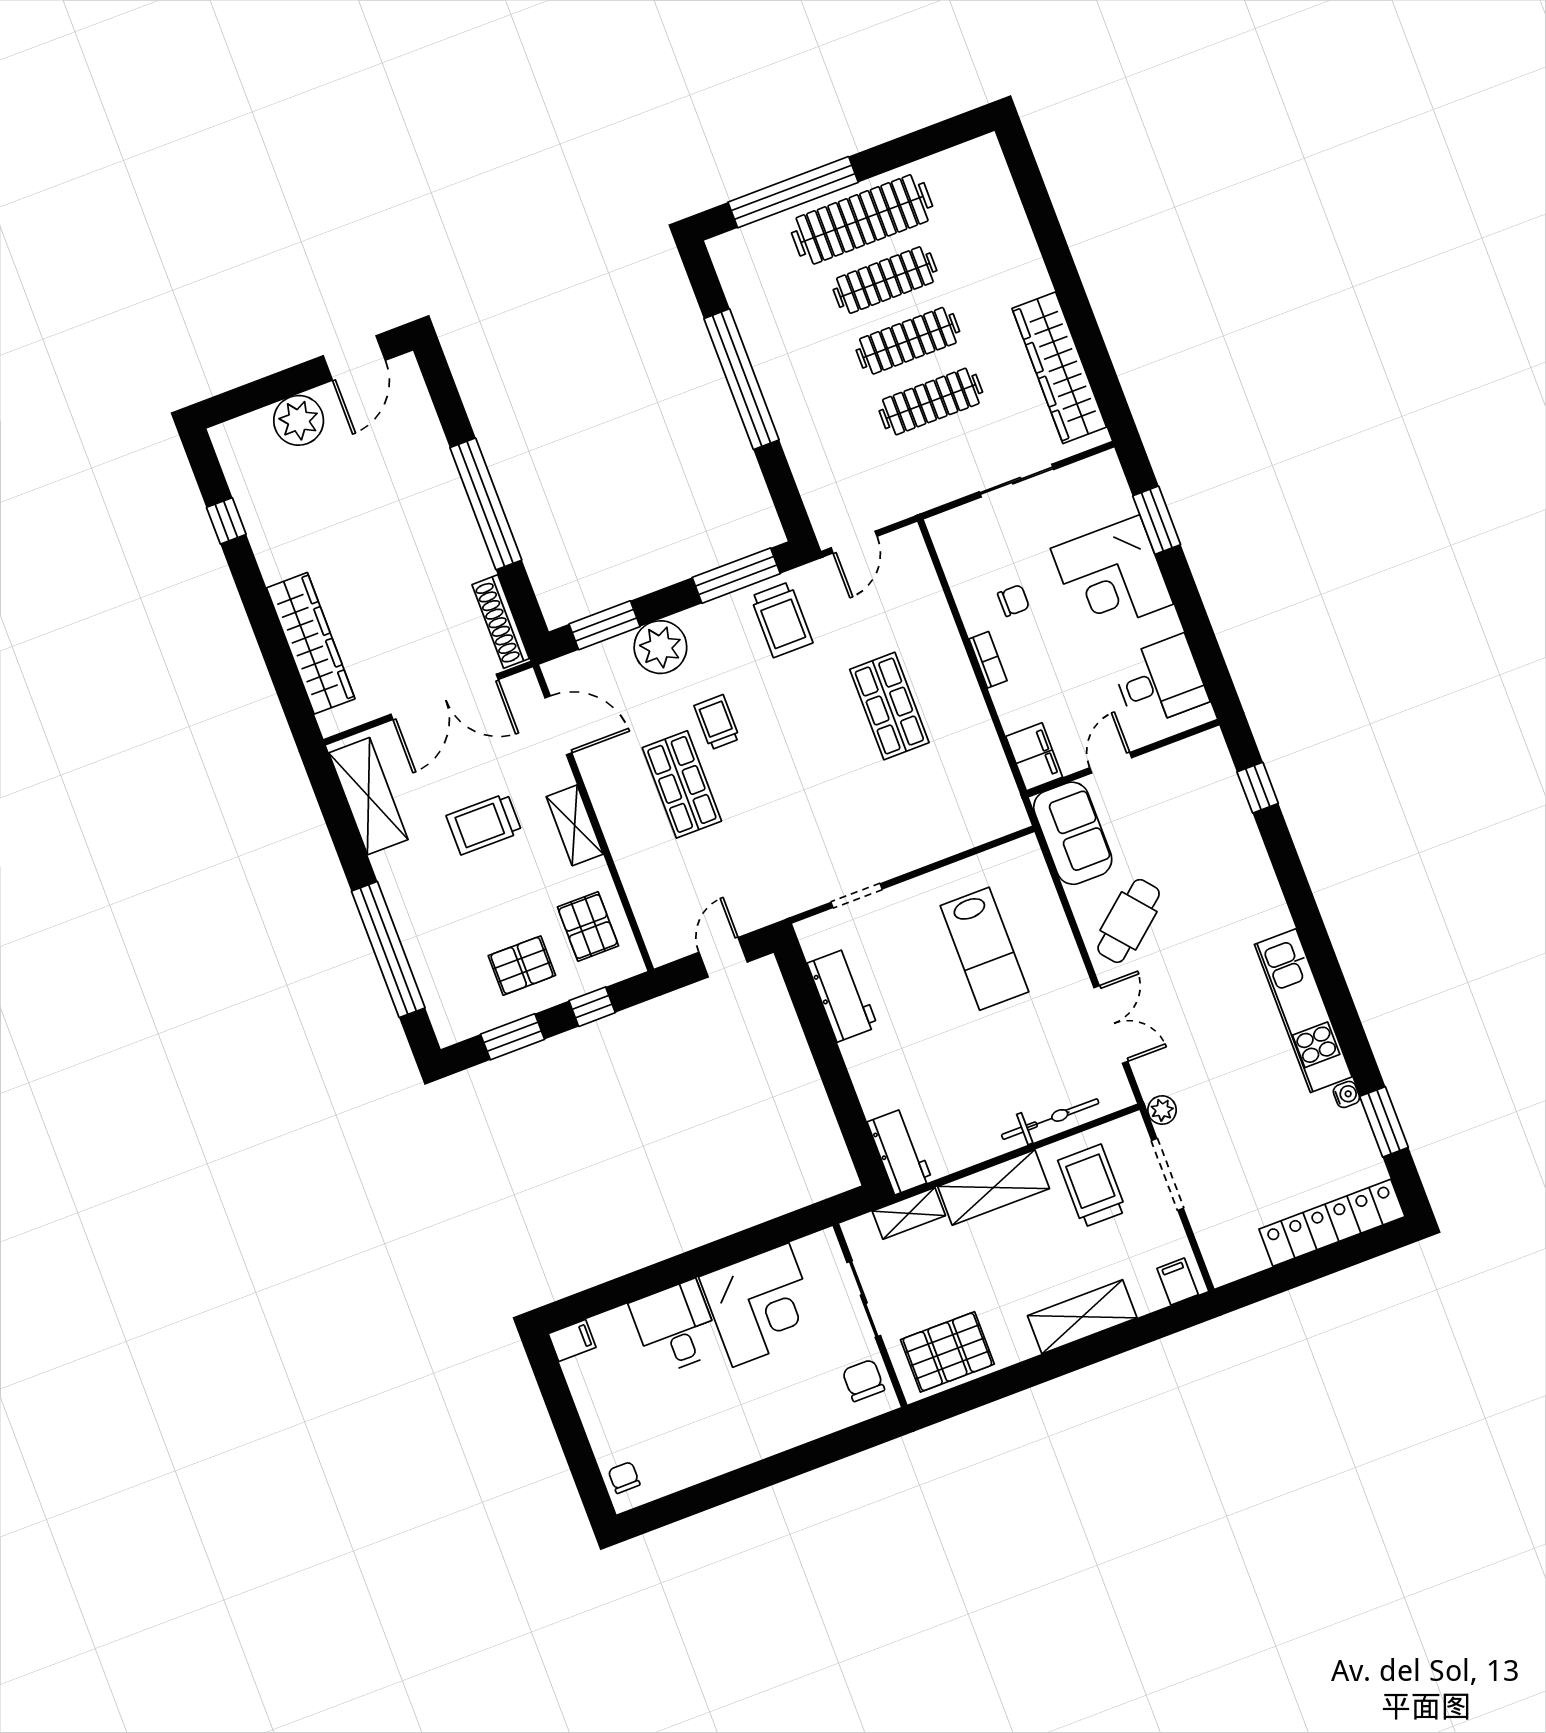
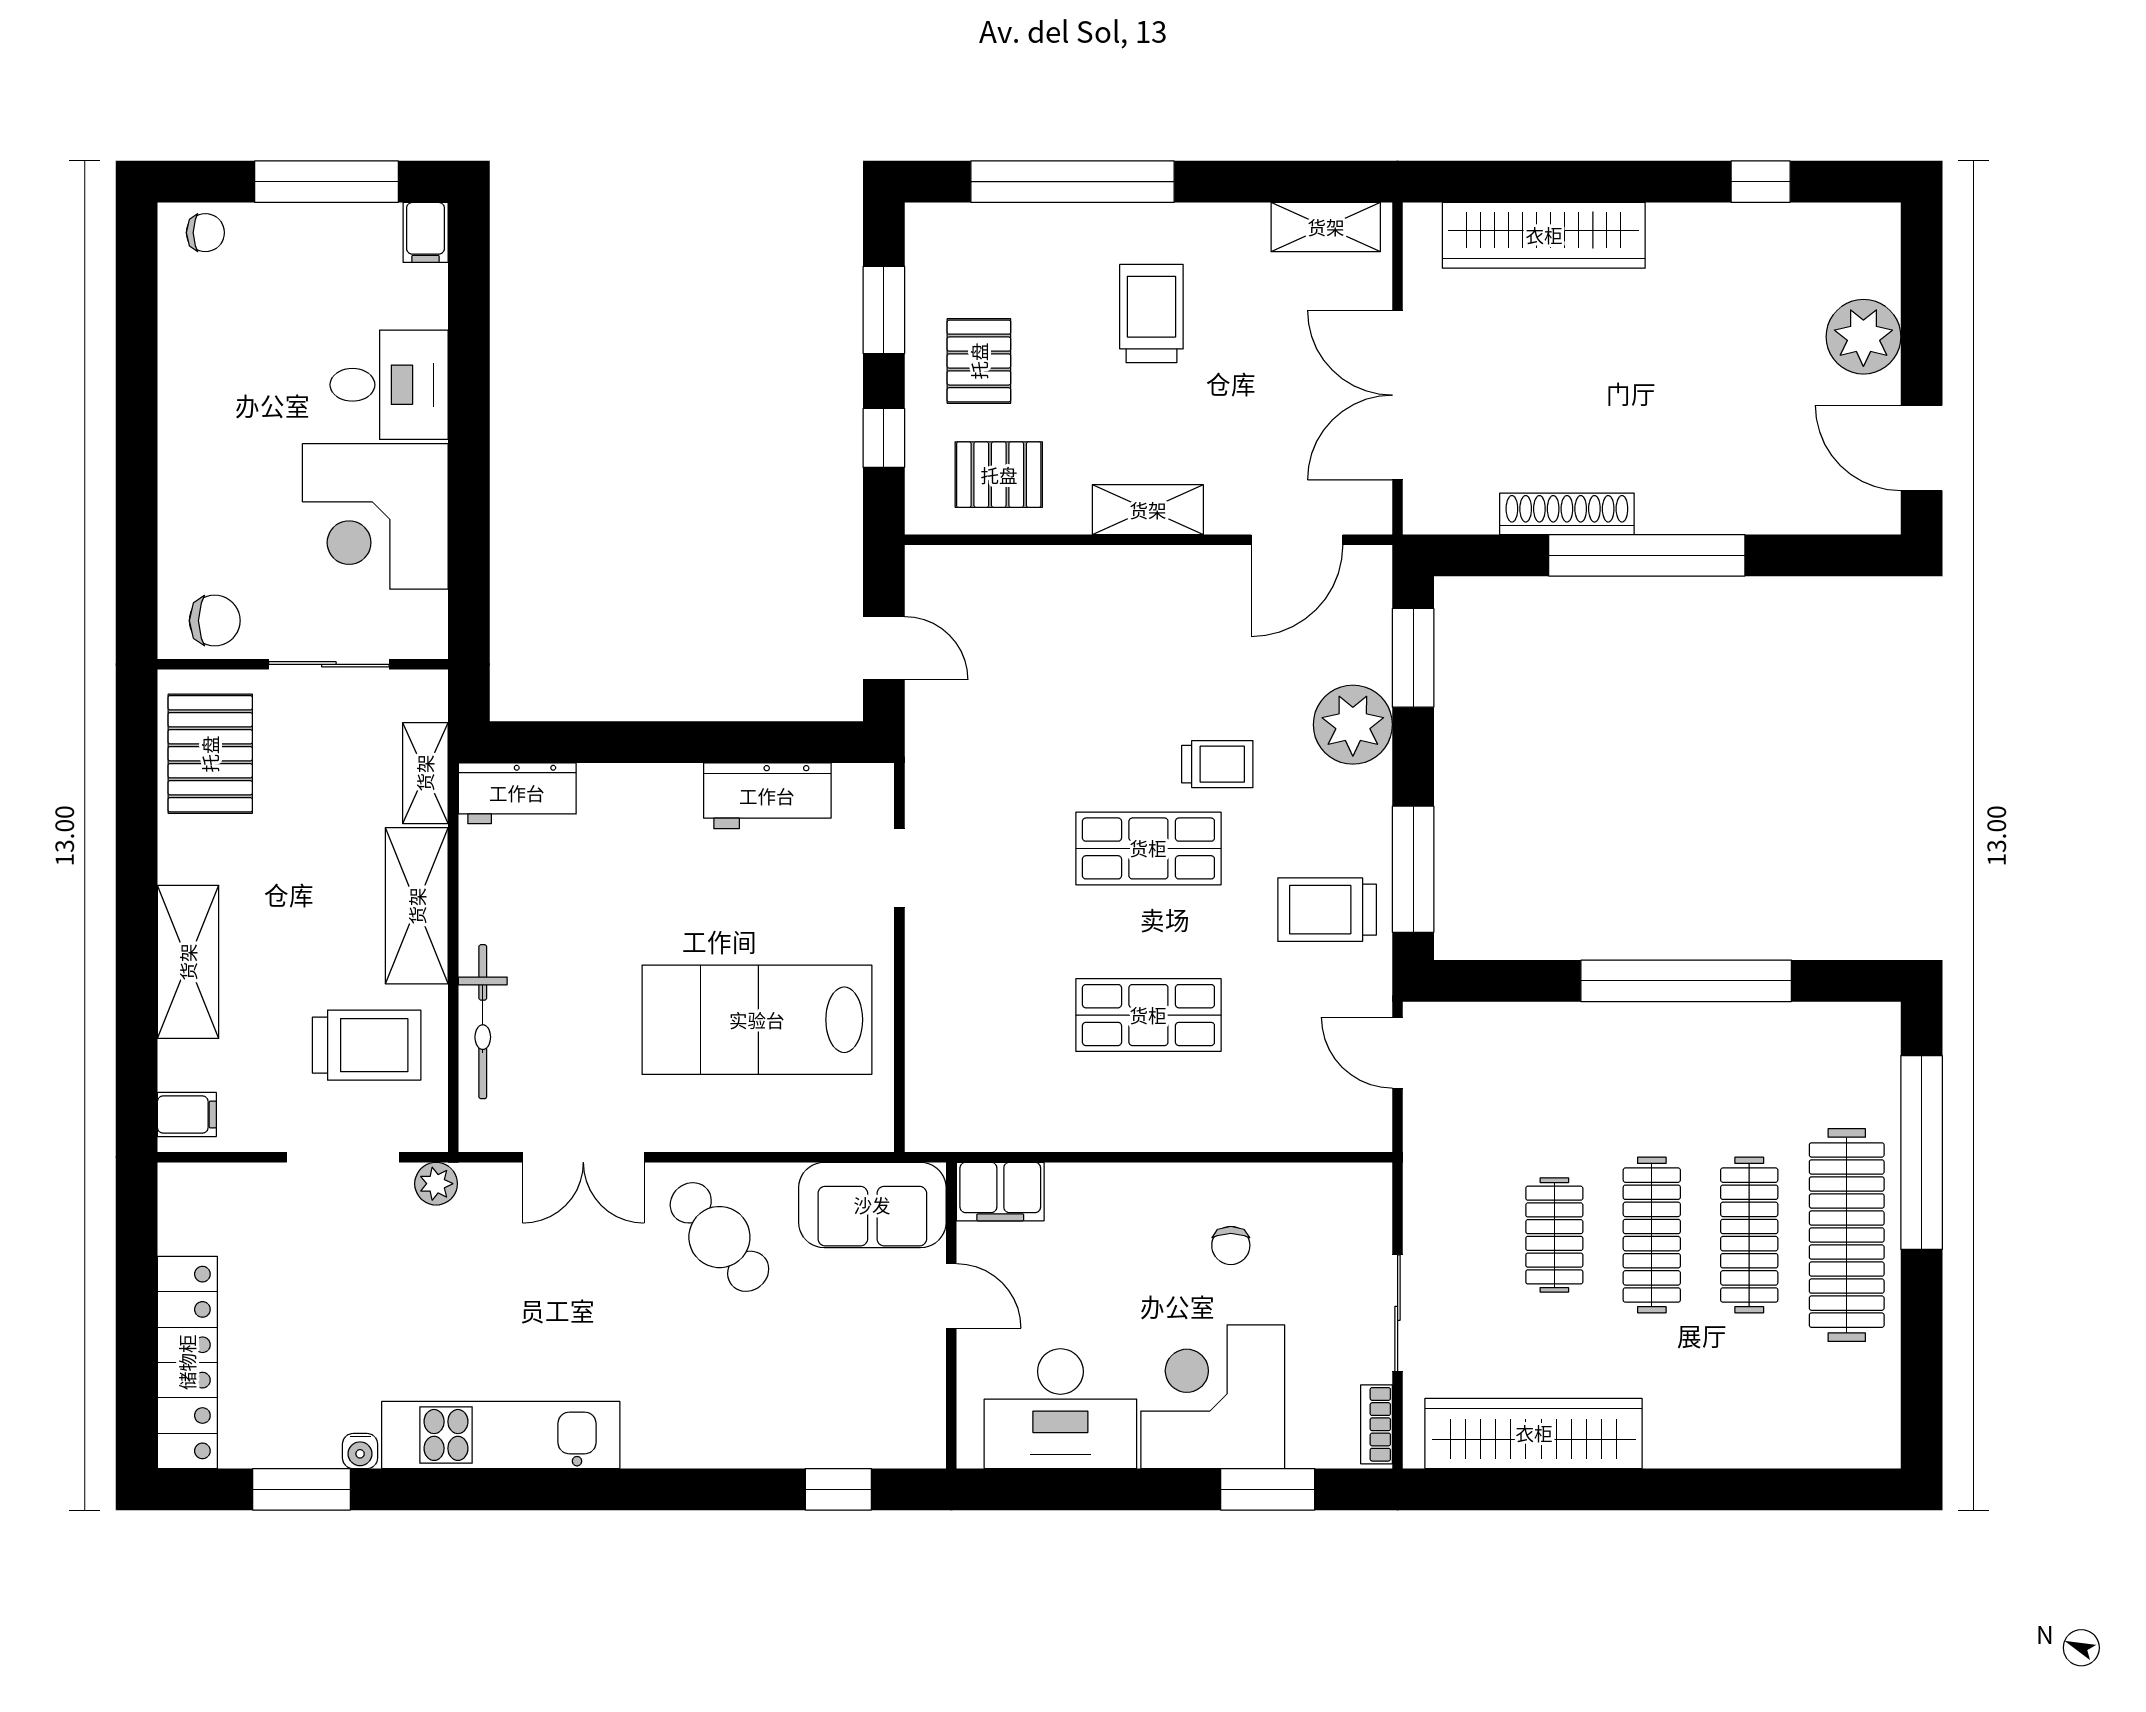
clothes rail: (931, 402) -> (1554, 1235), width x0.73
shoe rack: (501, 622) -> (1567, 514), moved
bookcase: (988, 660) -> (1377, 1424), moved, turned 90
desk: (1160, 681) -> (1060, 1409), width x1.37
shop shelf: (682, 784) -> (1148, 848), moved
shelving: (368, 796) -> (1326, 227), width x0.67, depth x0.75
trolley: (484, 824) -> (1151, 314), moved
lab bench: (984, 949) -> (757, 1020), width x1.36, depth x1.39
window: (564, 1414) -> (327, 182), added

